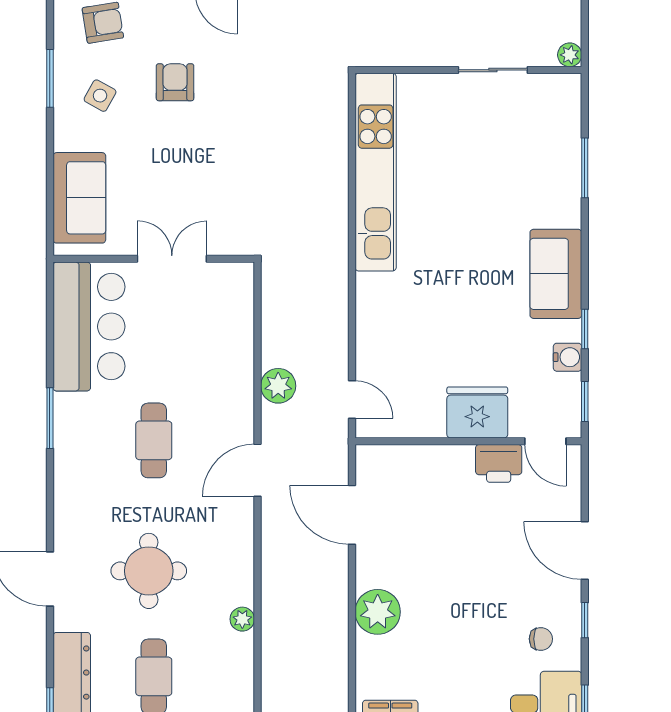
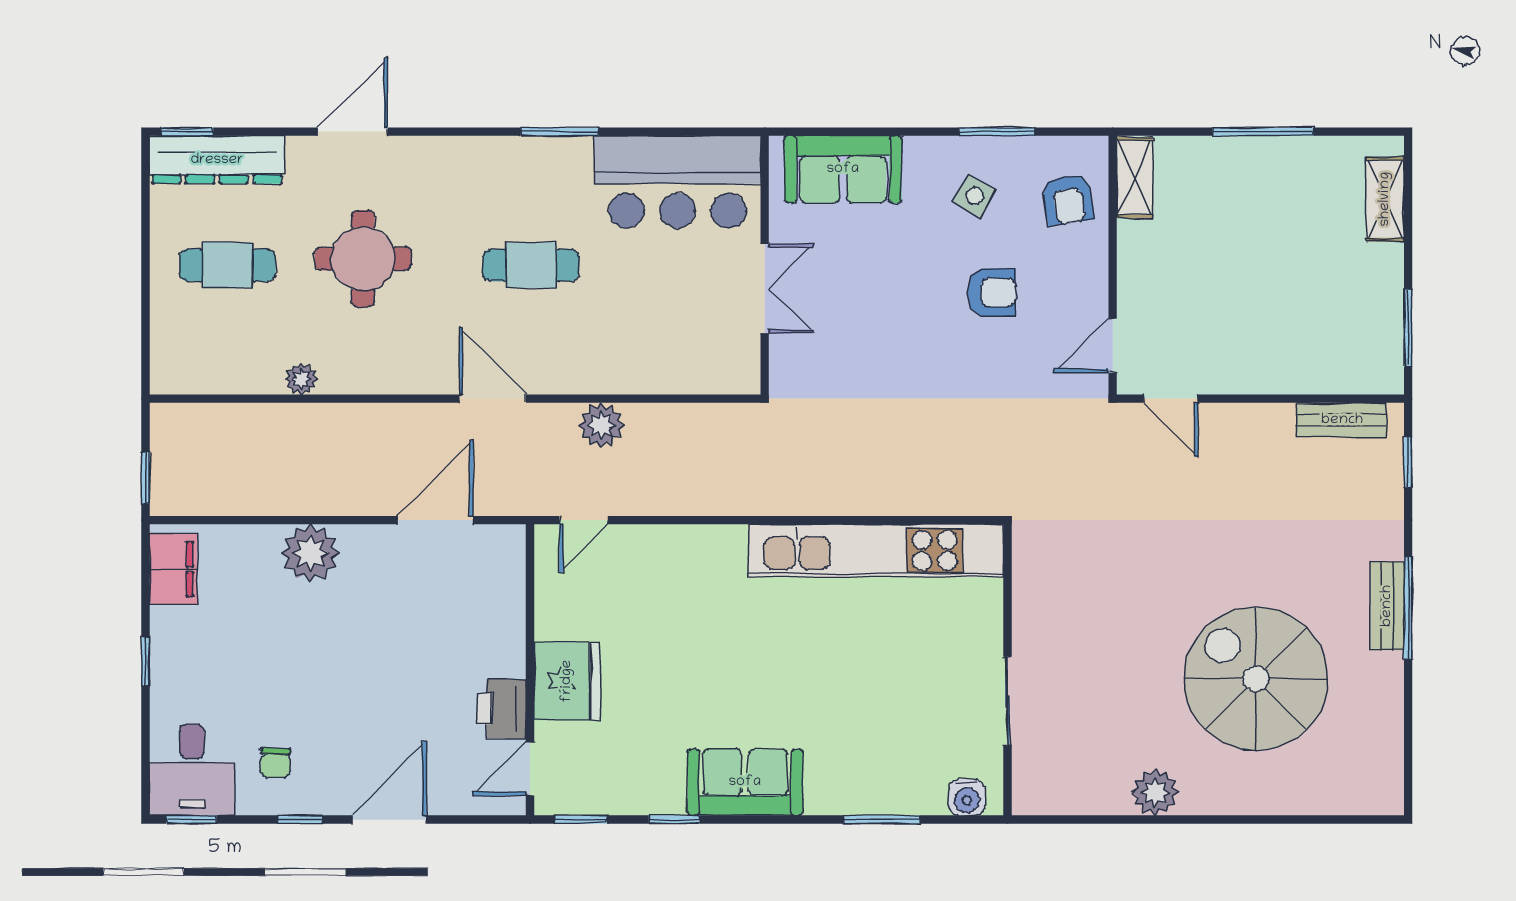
plant: (570, 55) -> (1027, 800), removed
water cooler: (568, 357) -> (967, 797), moved

